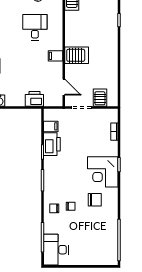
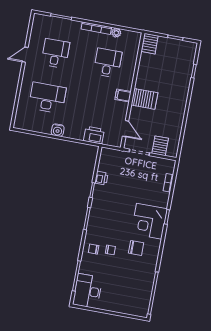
filing cabinet: (51, 126) -> (105, 166), removed
printer: (52, 144) -> (101, 178), width x0.53, depth x0.68

